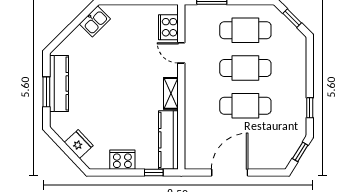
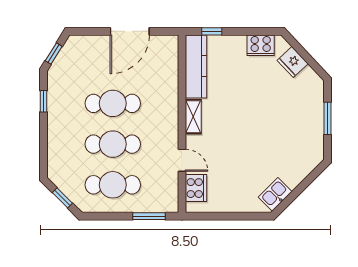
kitchen counter: (59, 84) -> (314, 127), removed
cooker: (122, 160) -> (261, 45), moved

